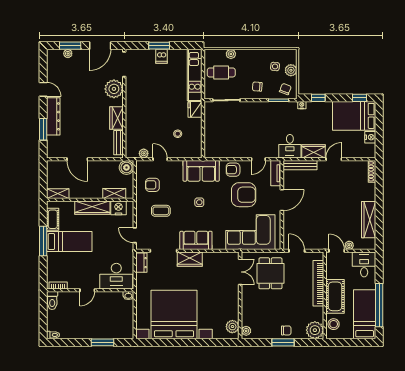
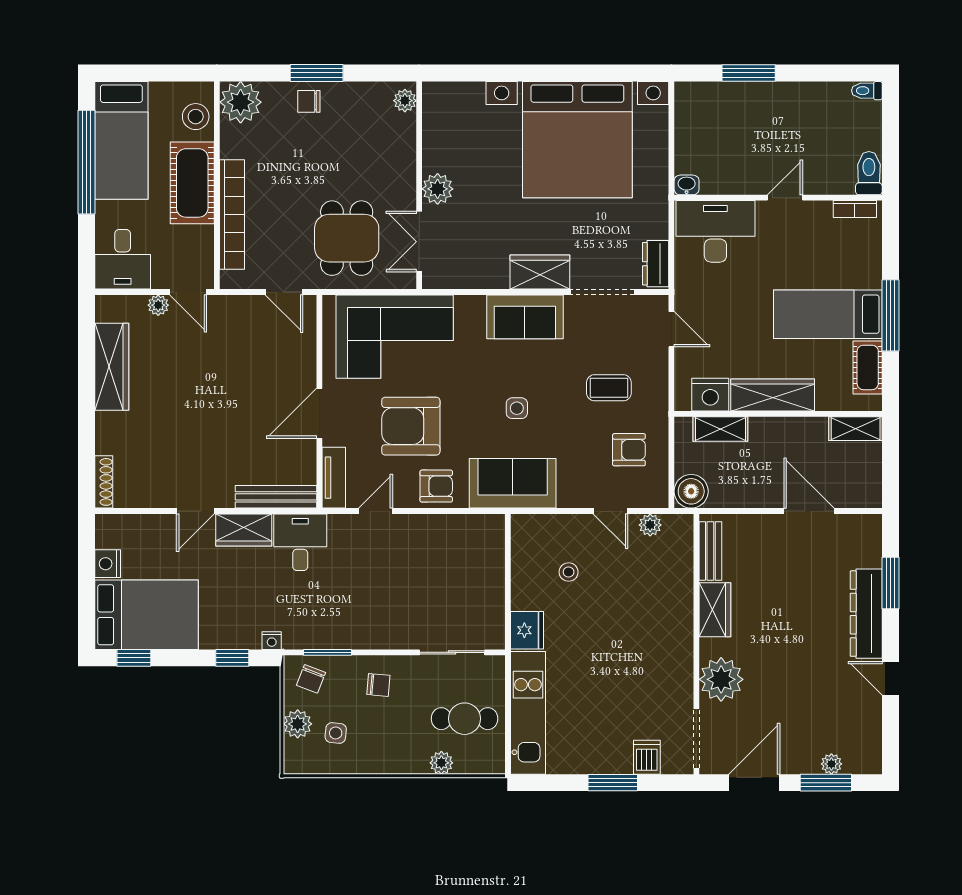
dishwasher: (162, 56) -> (647, 757), moved
plant: (232, 327) -> (438, 189), moved

